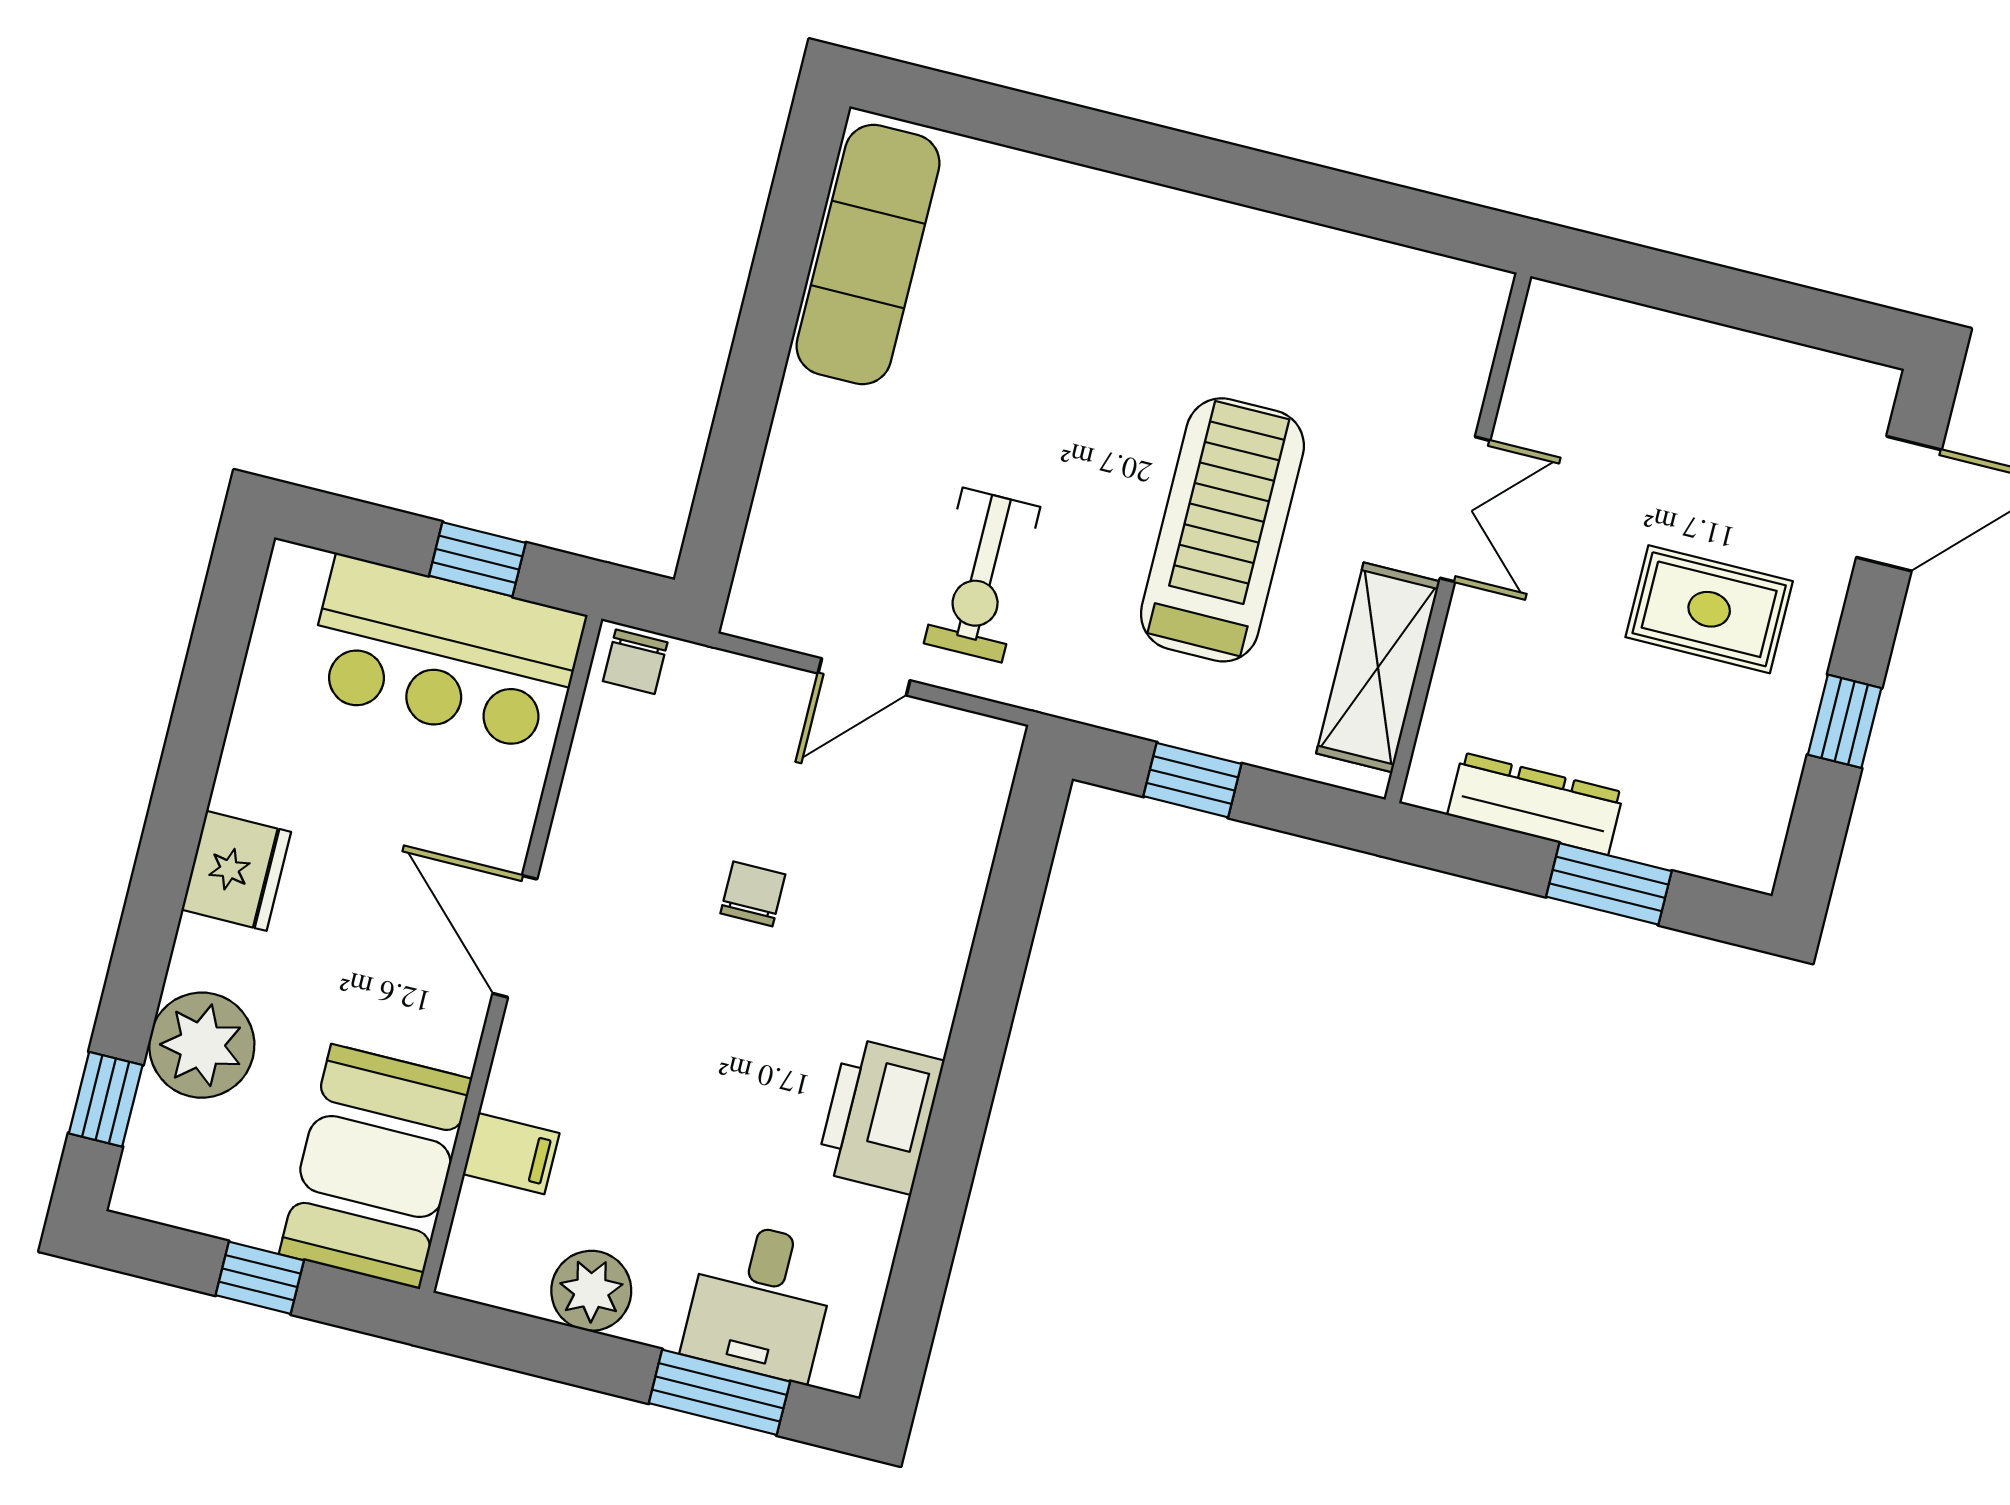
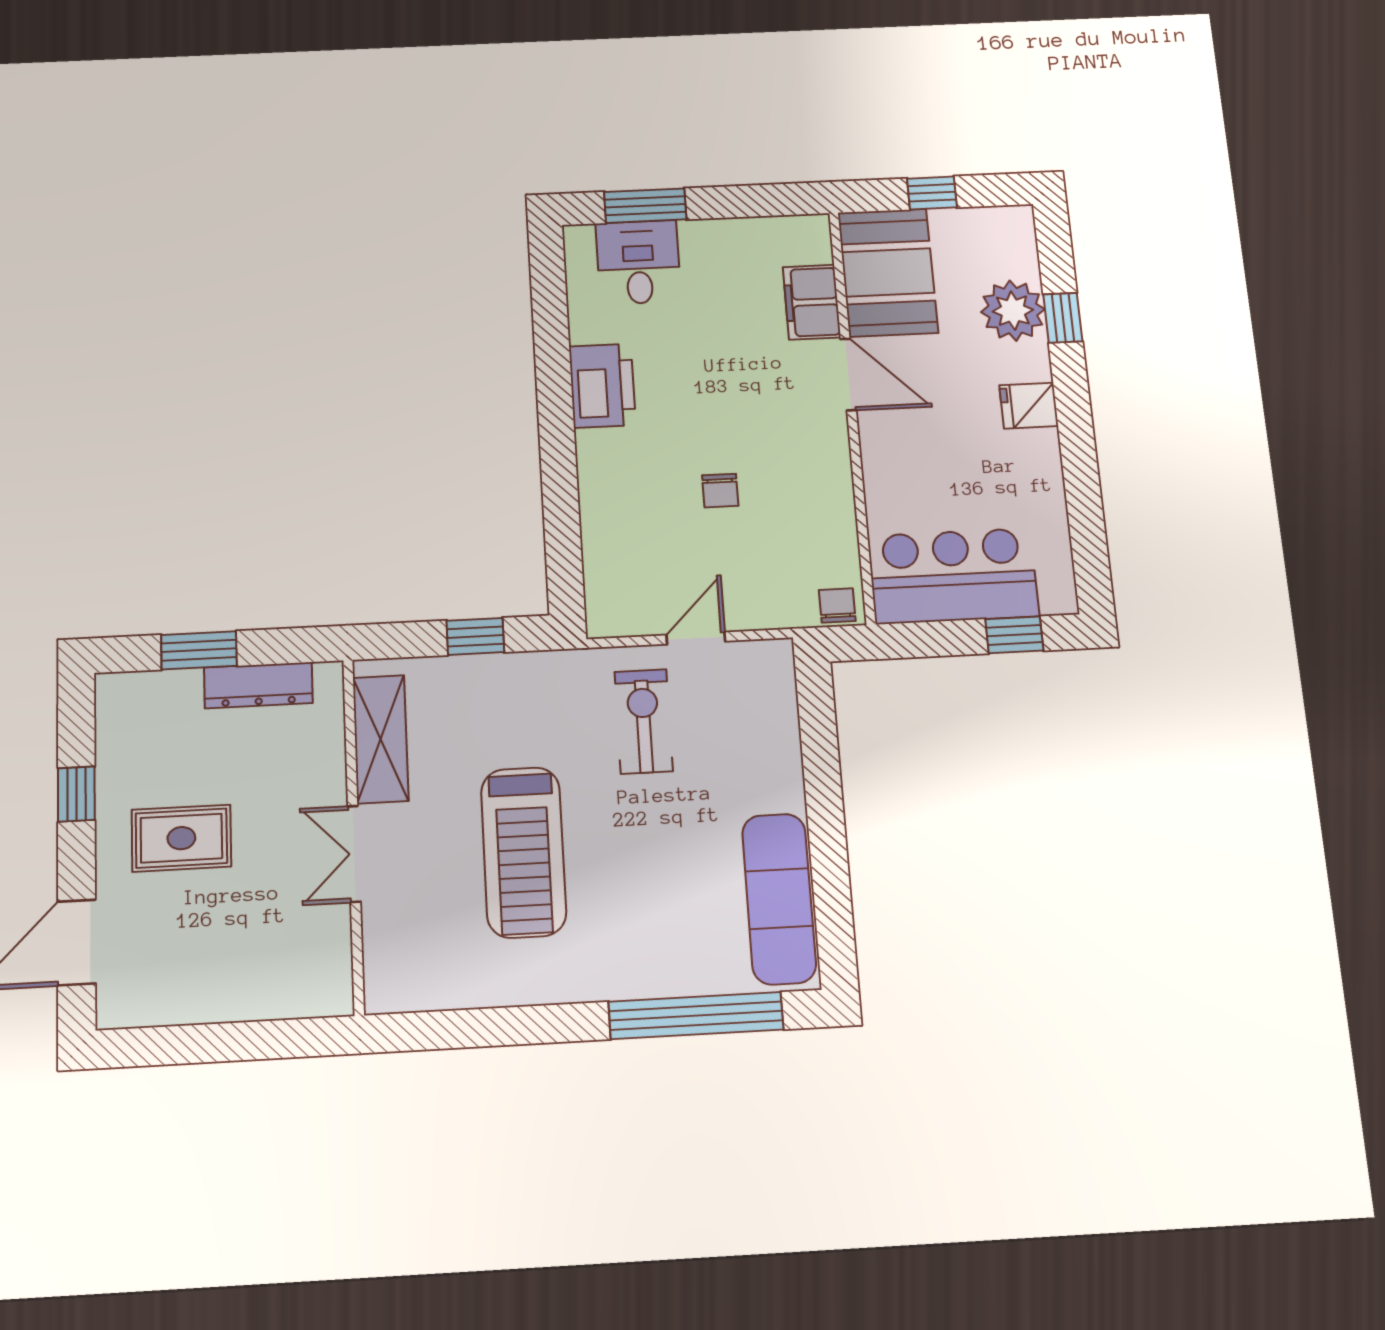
window: (1042, 126) -> (696, 1016), added
treadmill: (1222, 530) -> (524, 852), moved
window: (477, 559) -> (1014, 635), moved
fridge: (236, 871) -> (1029, 406), width x0.72
door: (515, 936) -> (848, 374), moved
window: (106, 1099) -> (1063, 318), moved
filing cabinet: (511, 1154) -> (812, 302), width x2.00
plant: (591, 1291) -> (739, 240), removed

